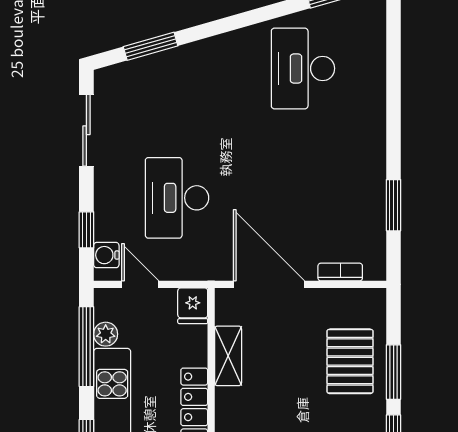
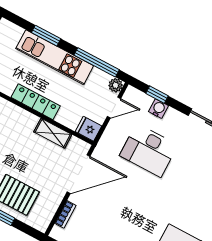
desk: (177, 198) -> (149, 150), turned 180
water cooler: (106, 255) -> (158, 109), moved
plant: (106, 334) -> (116, 85), moved

